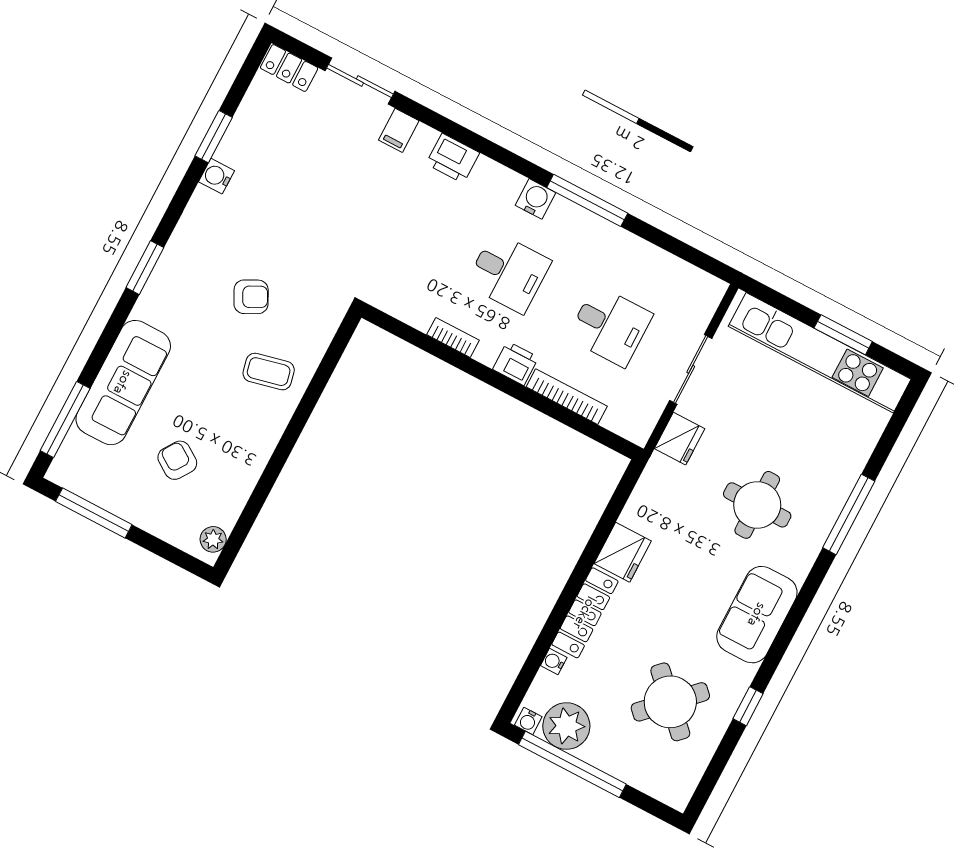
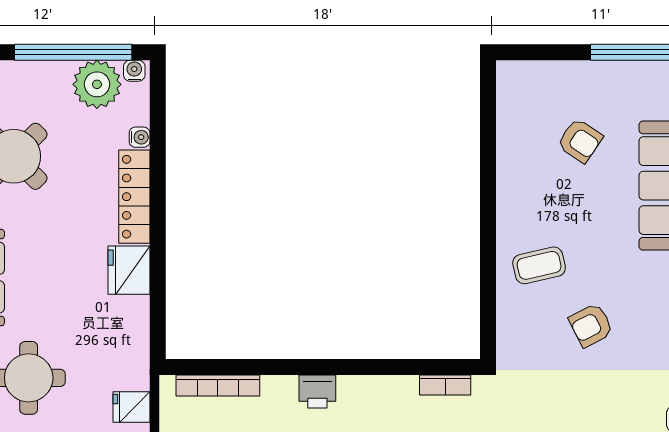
bookcase: (453, 337) -> (445, 385), moved
bookcase: (567, 397) -> (218, 386), moved
fridge: (679, 439) -> (131, 407), width x0.72
plant: (213, 539) -> (509, 85), removed

